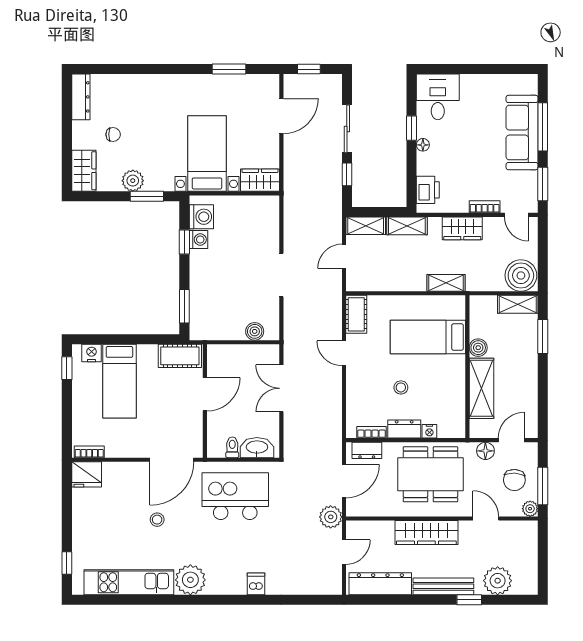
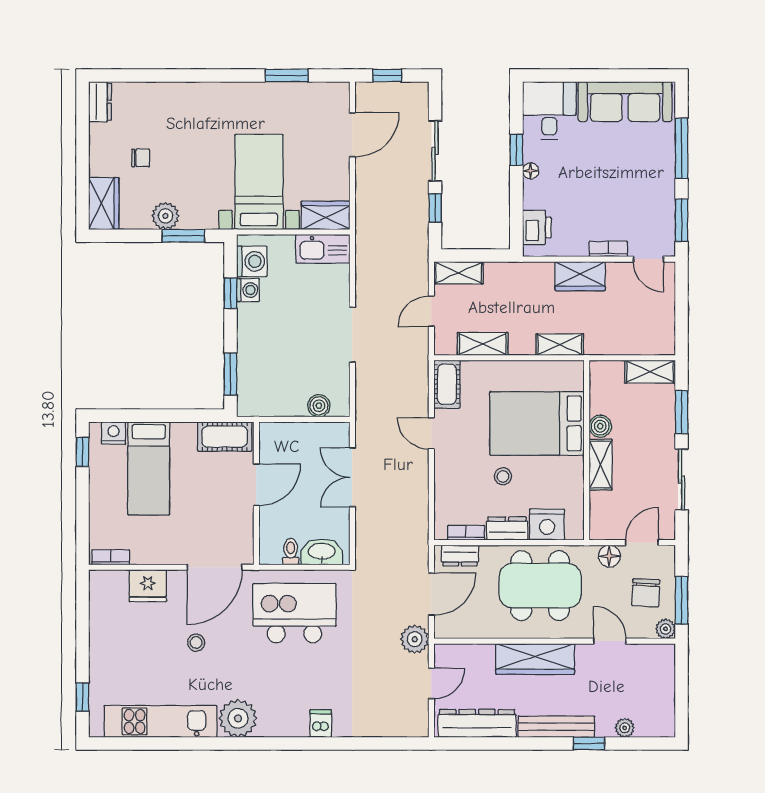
dresser: (81, 97) -> (100, 102), width x0.70
sofa: (522, 133) -> (625, 102), moved, turned -90
kitchen sink: (258, 207) -> (323, 249), added
shelving: (407, 226) -> (483, 344), moved
boiler: (521, 275) -> (654, 335), removed
bed: (428, 337) -> (537, 423), width x1.50
shelving: (481, 388) -> (600, 465), width x0.67, depth x0.75
sliding door: (543, 390) -> (682, 479), added
nightstand: (429, 431) -> (547, 525), width x1.89, depth x1.79
fridge: (87, 474) -> (148, 586), moved
plant: (498, 581) -> (625, 728), width x0.53, depth x0.53

